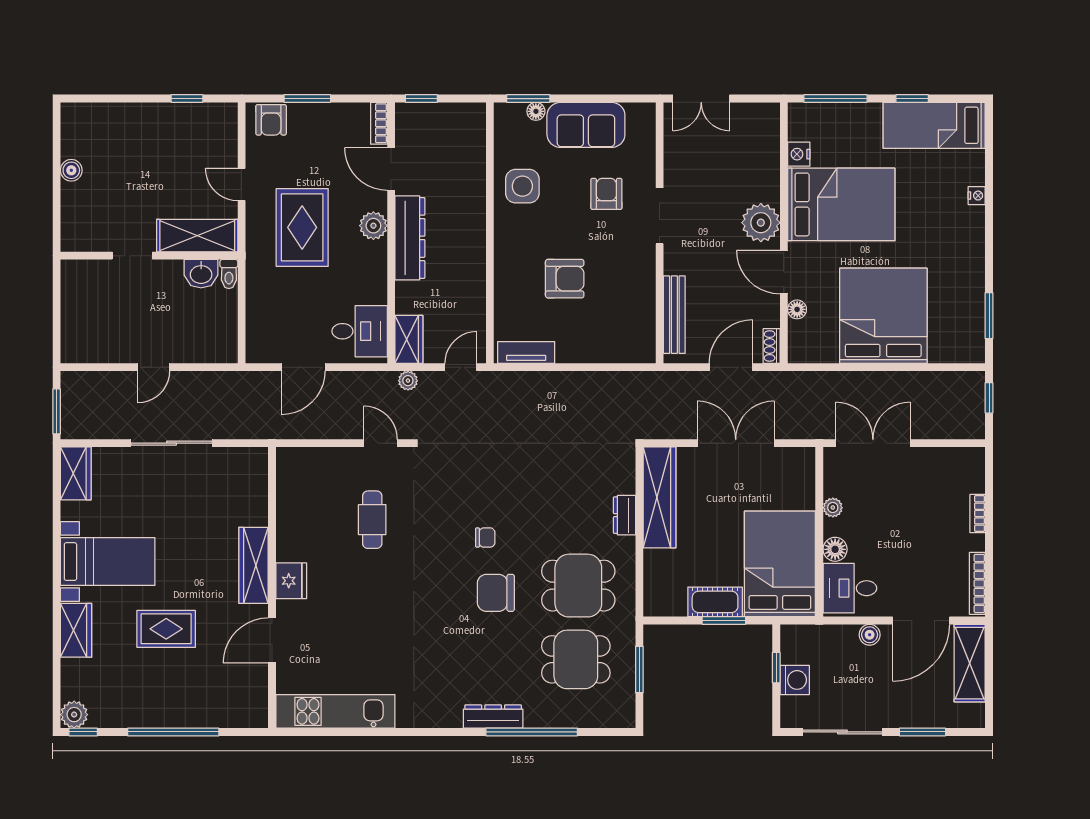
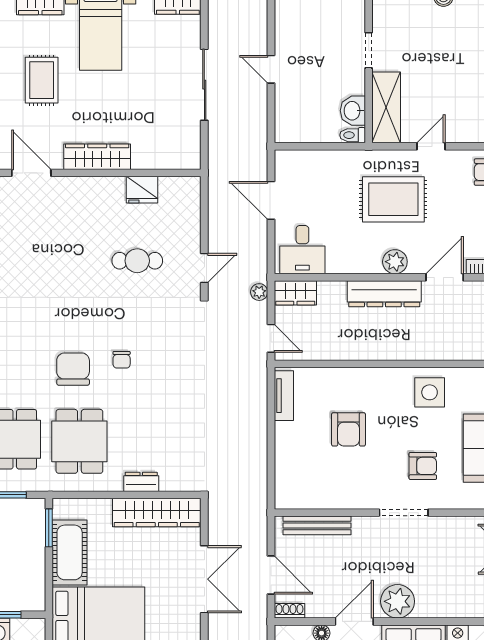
fridge: (291, 581) -> (142, 190), moved
cot: (715, 602) -> (70, 552), width x1.37, depth x1.34
window: (724, 620) -> (49, 528), moved

